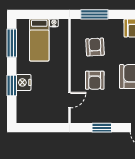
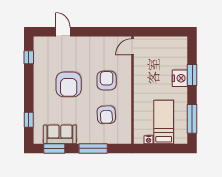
window: (94, 14) -> (93, 148), moved
door: (70, 100) -> (133, 47), moved
window: (102, 128) -> (99, 32), removed

